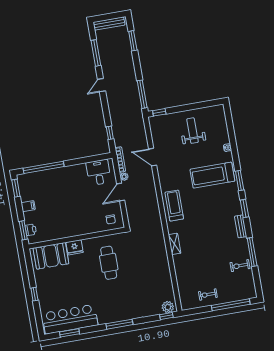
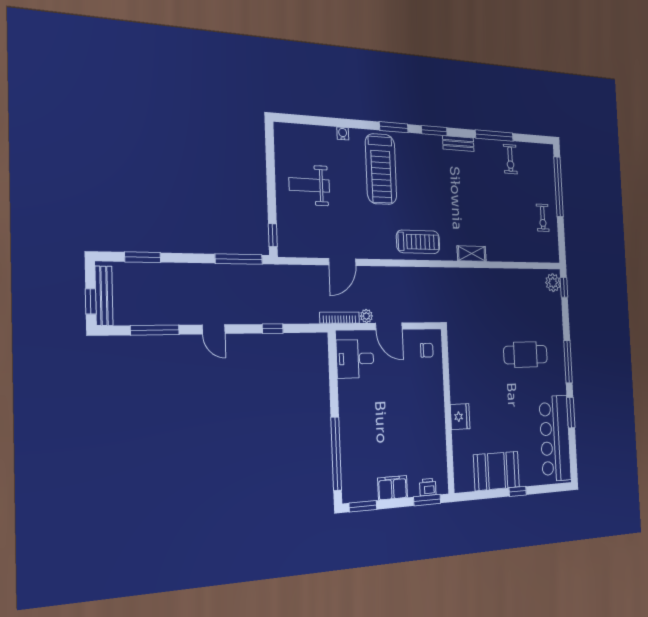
window: (105, 17) -> (91, 301), added
window: (110, 133) -> (273, 329), moved
filing cabinet: (28, 206) -> (393, 488), width x2.00
treadmill: (174, 206) -> (418, 242), turned 180
booth: (51, 256) -> (497, 471), moved, turned 90
cafe table: (109, 263) -> (526, 355), moved
window: (69, 333) -> (571, 413), moved

